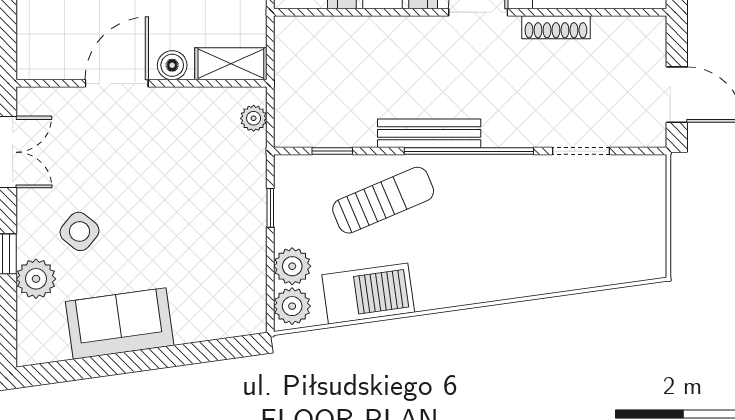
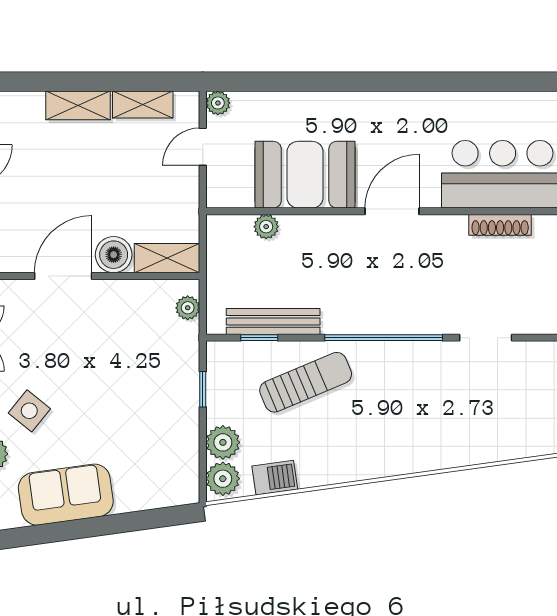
shoe rack: (556, 27) -> (500, 225), moved
plant: (340, 29) -> (266, 227), added
boiler: (172, 65) -> (114, 255), width x1.36, depth x1.36
bench: (429, 133) -> (273, 321), moved
barbecue: (368, 294) -> (275, 478), width x0.53, depth x0.65

